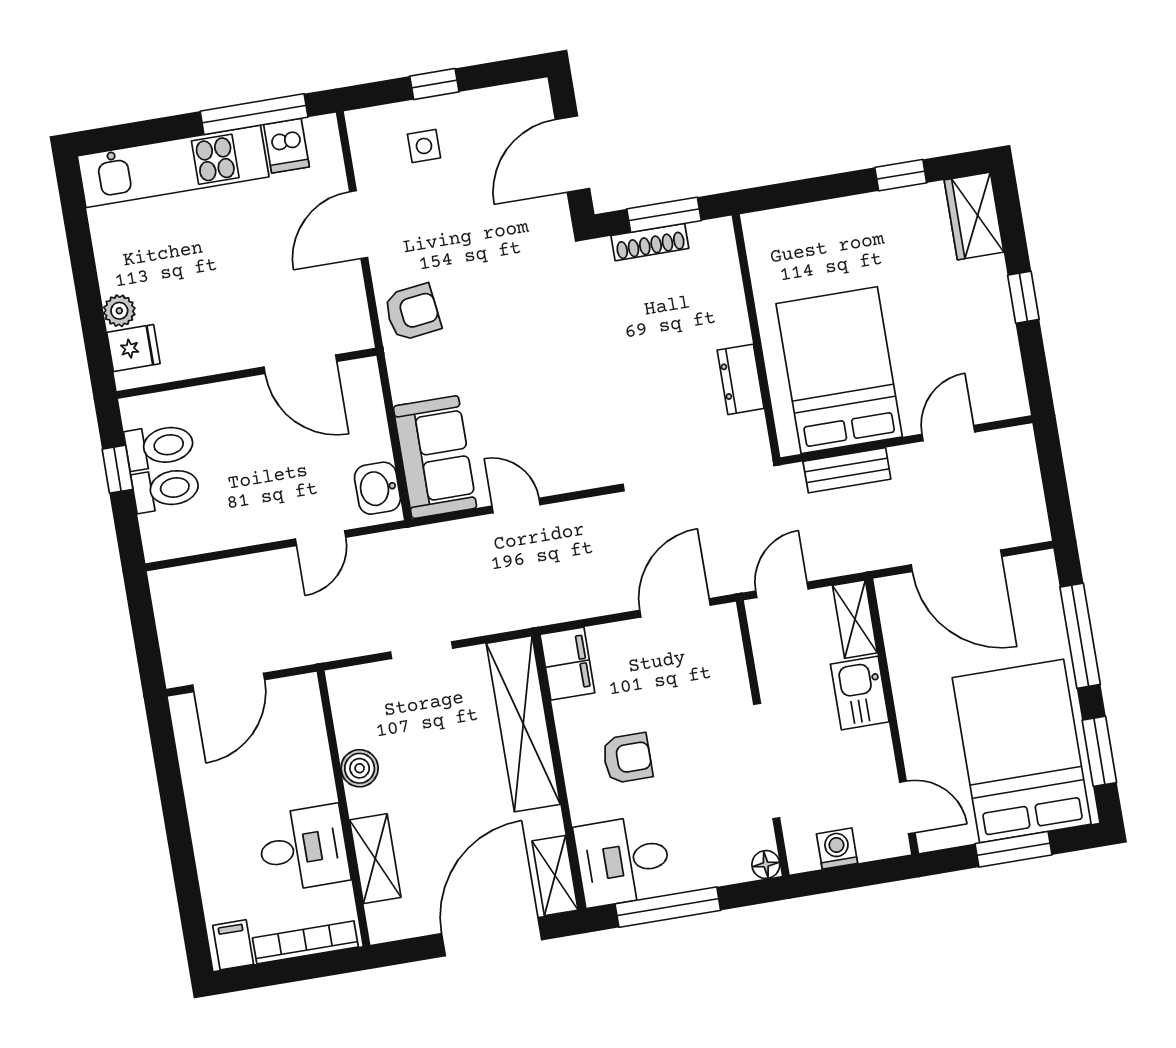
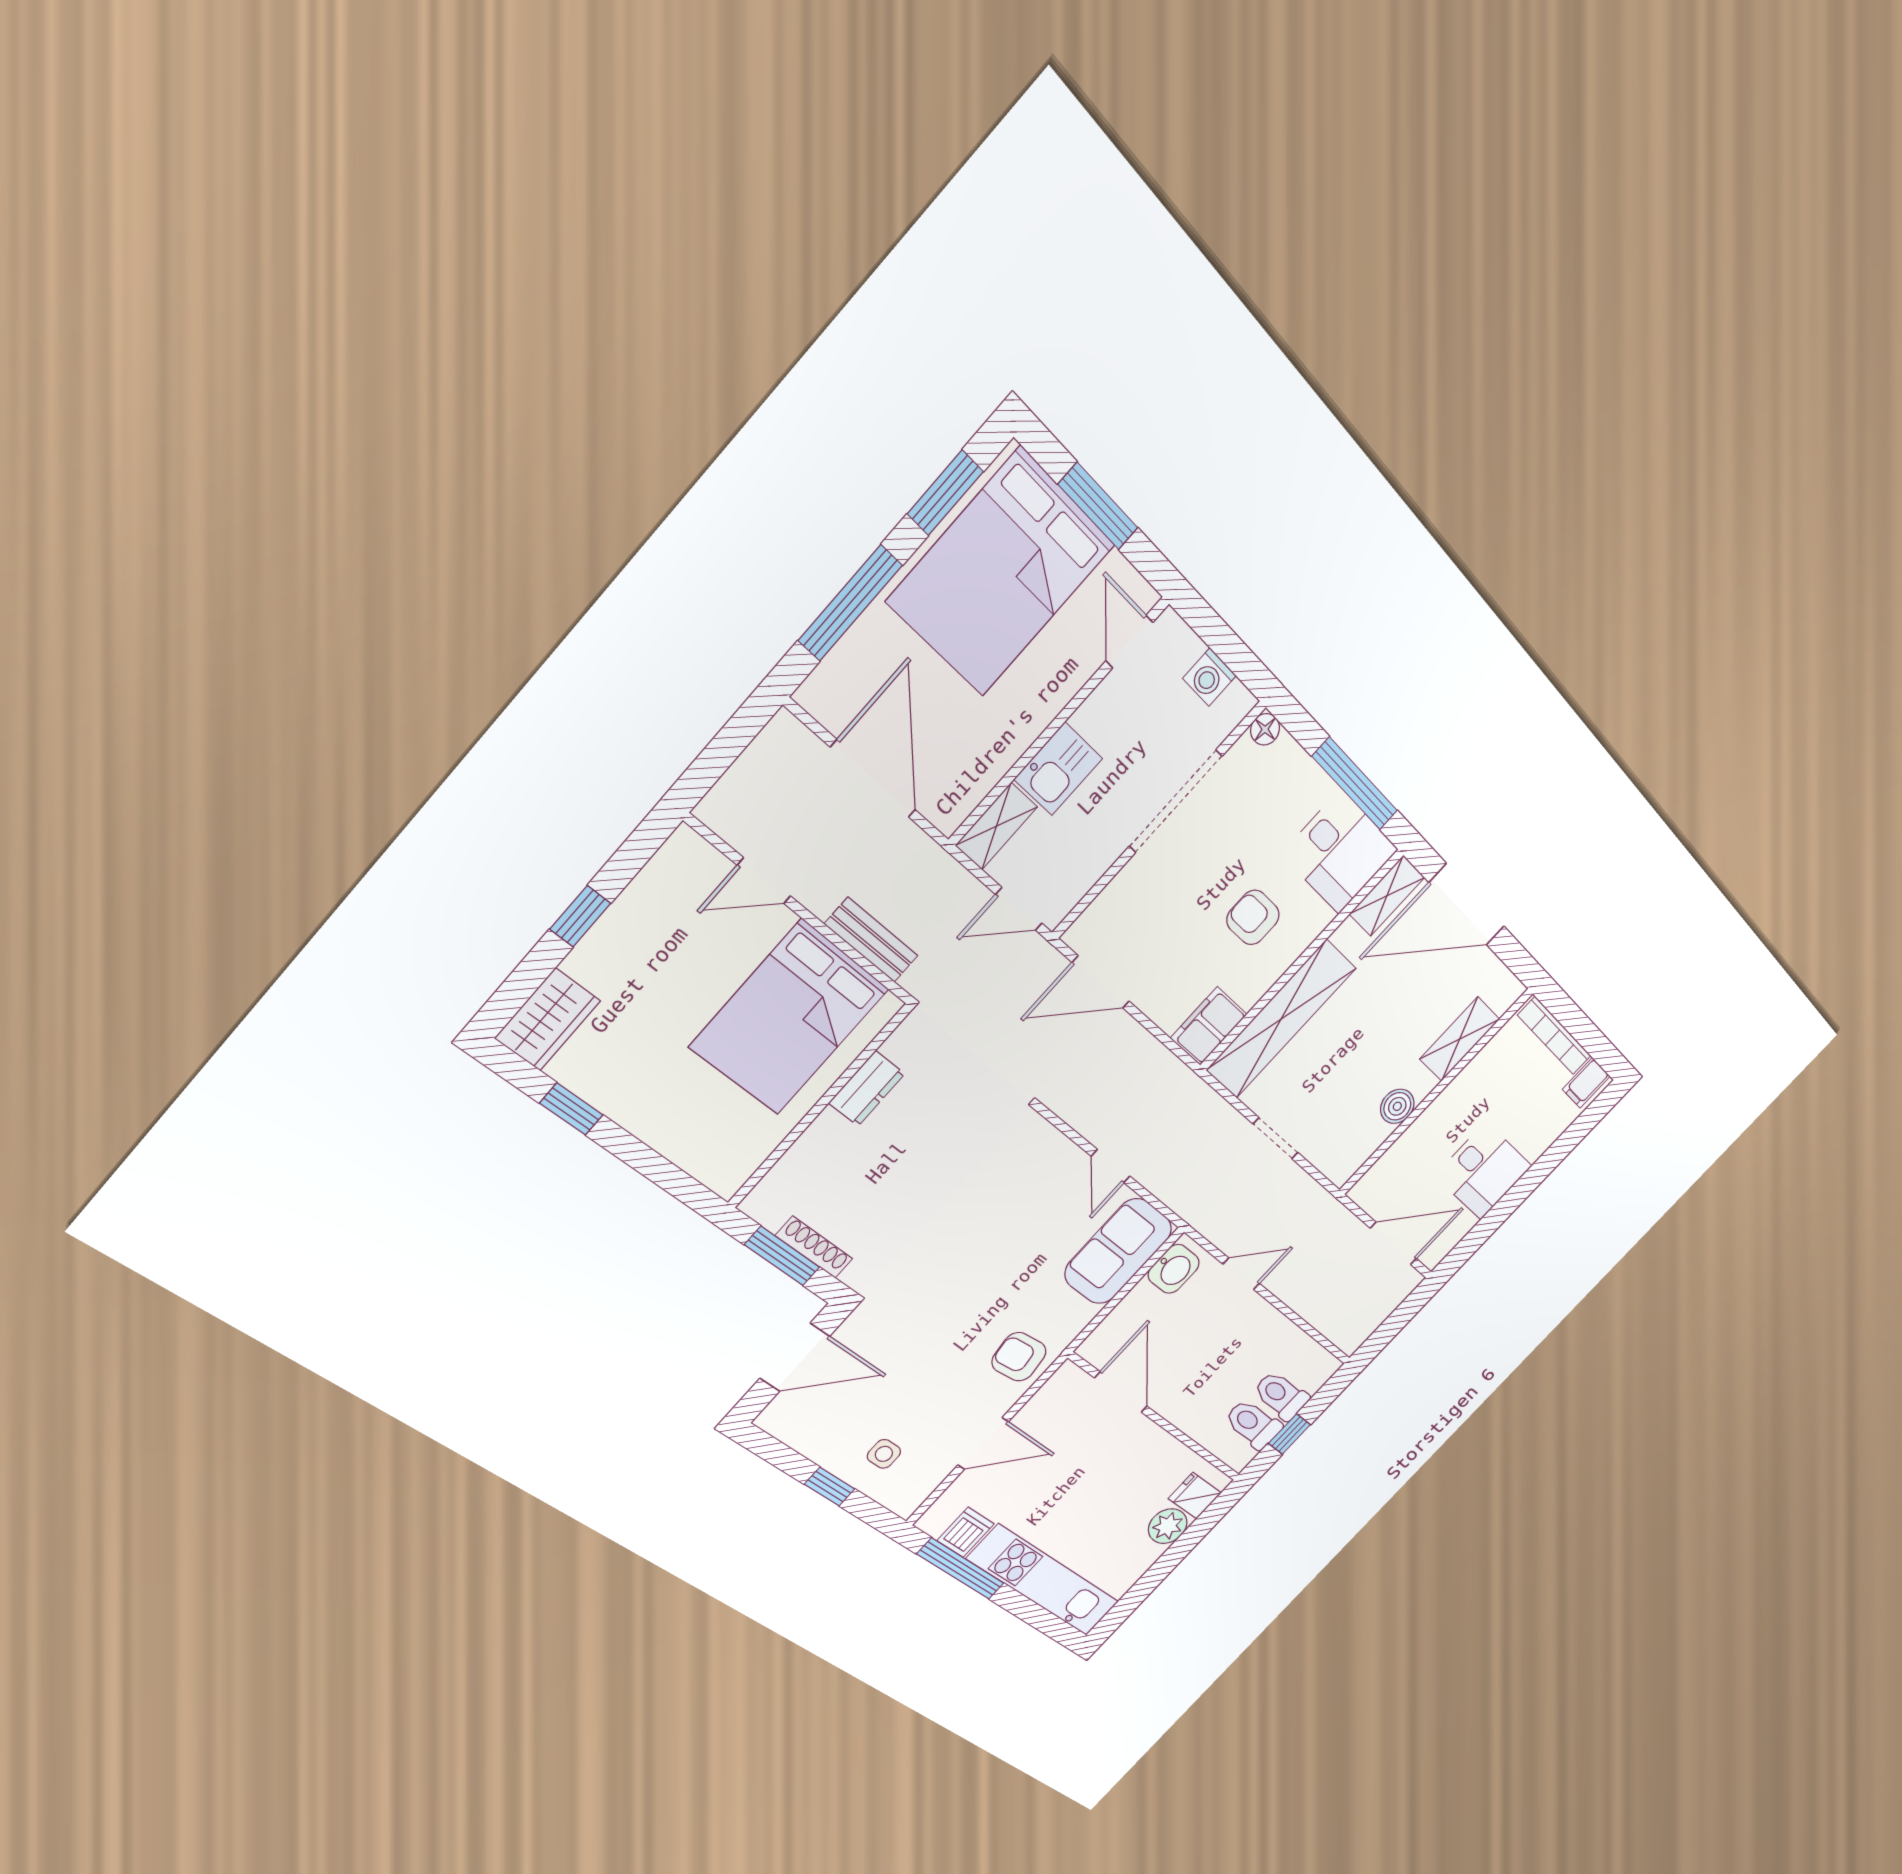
plant: (119, 311) -> (1168, 1526), width x1.38, depth x1.38
desk: (303, 848) -> (1483, 1171), moved, turned 180

